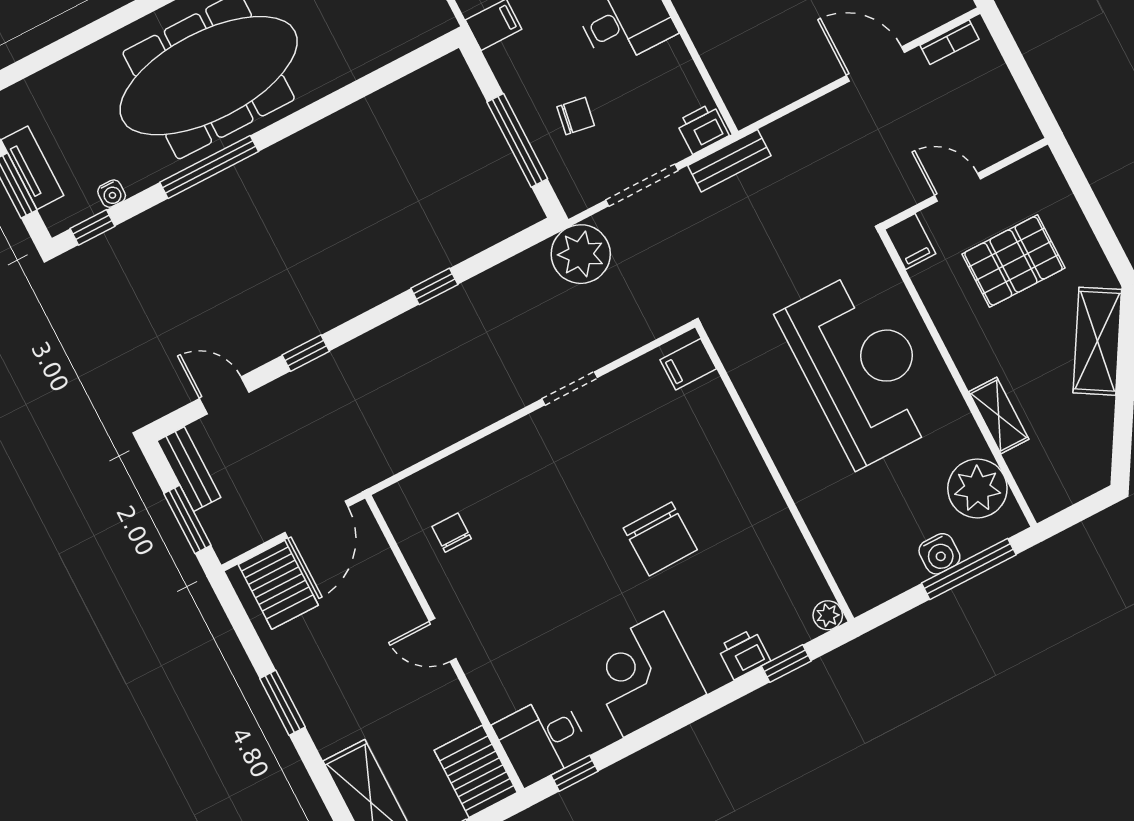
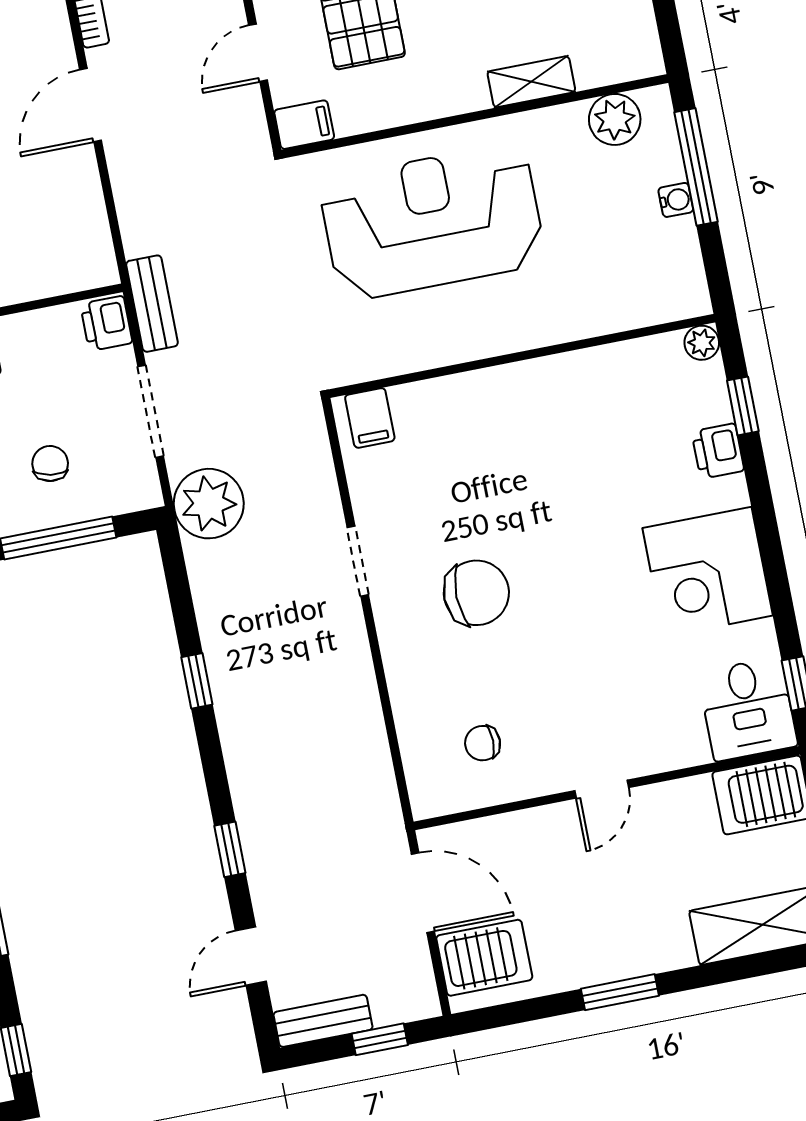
plant: (977, 488) -> (615, 119), width x0.73, depth x0.73
window: (187, 519) -> (380, 1039), width x0.67
chair: (660, 539) -> (476, 593), moved
water cooler: (939, 554) -> (676, 200), width x0.72, depth x0.72

